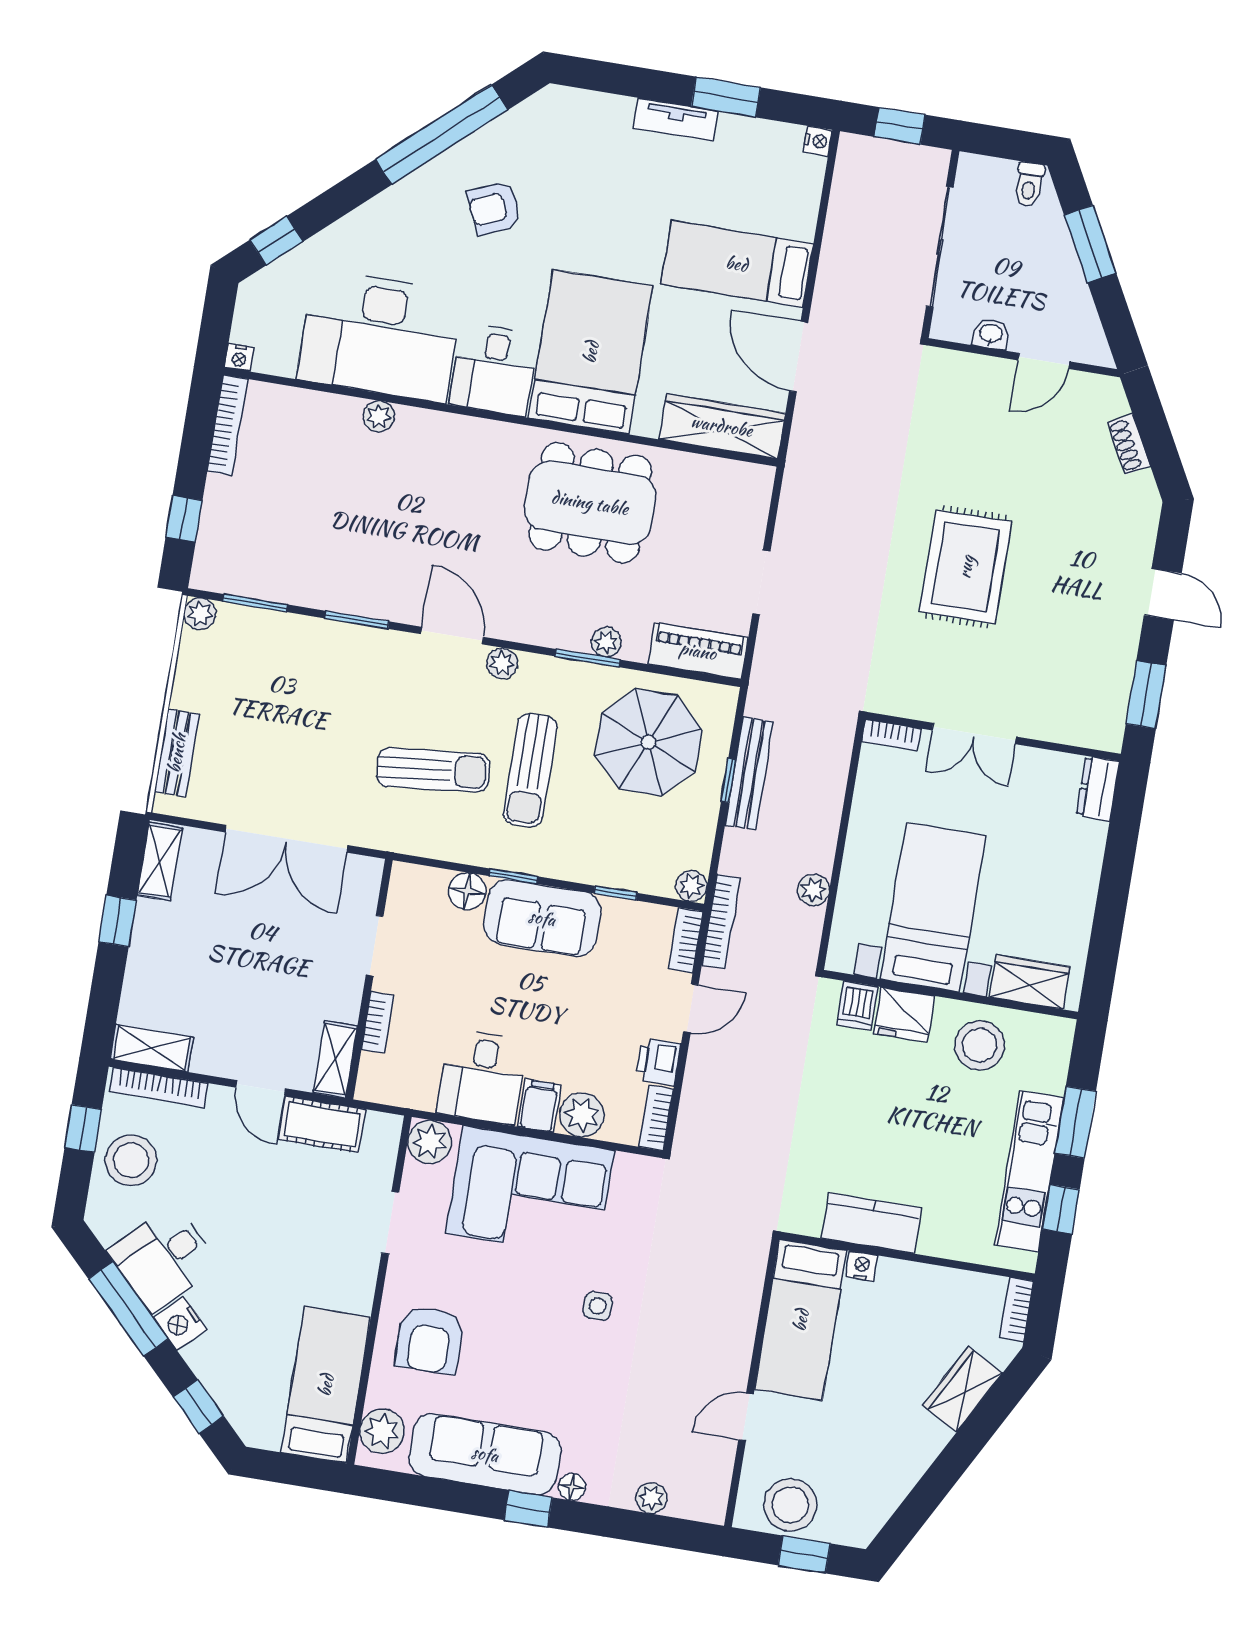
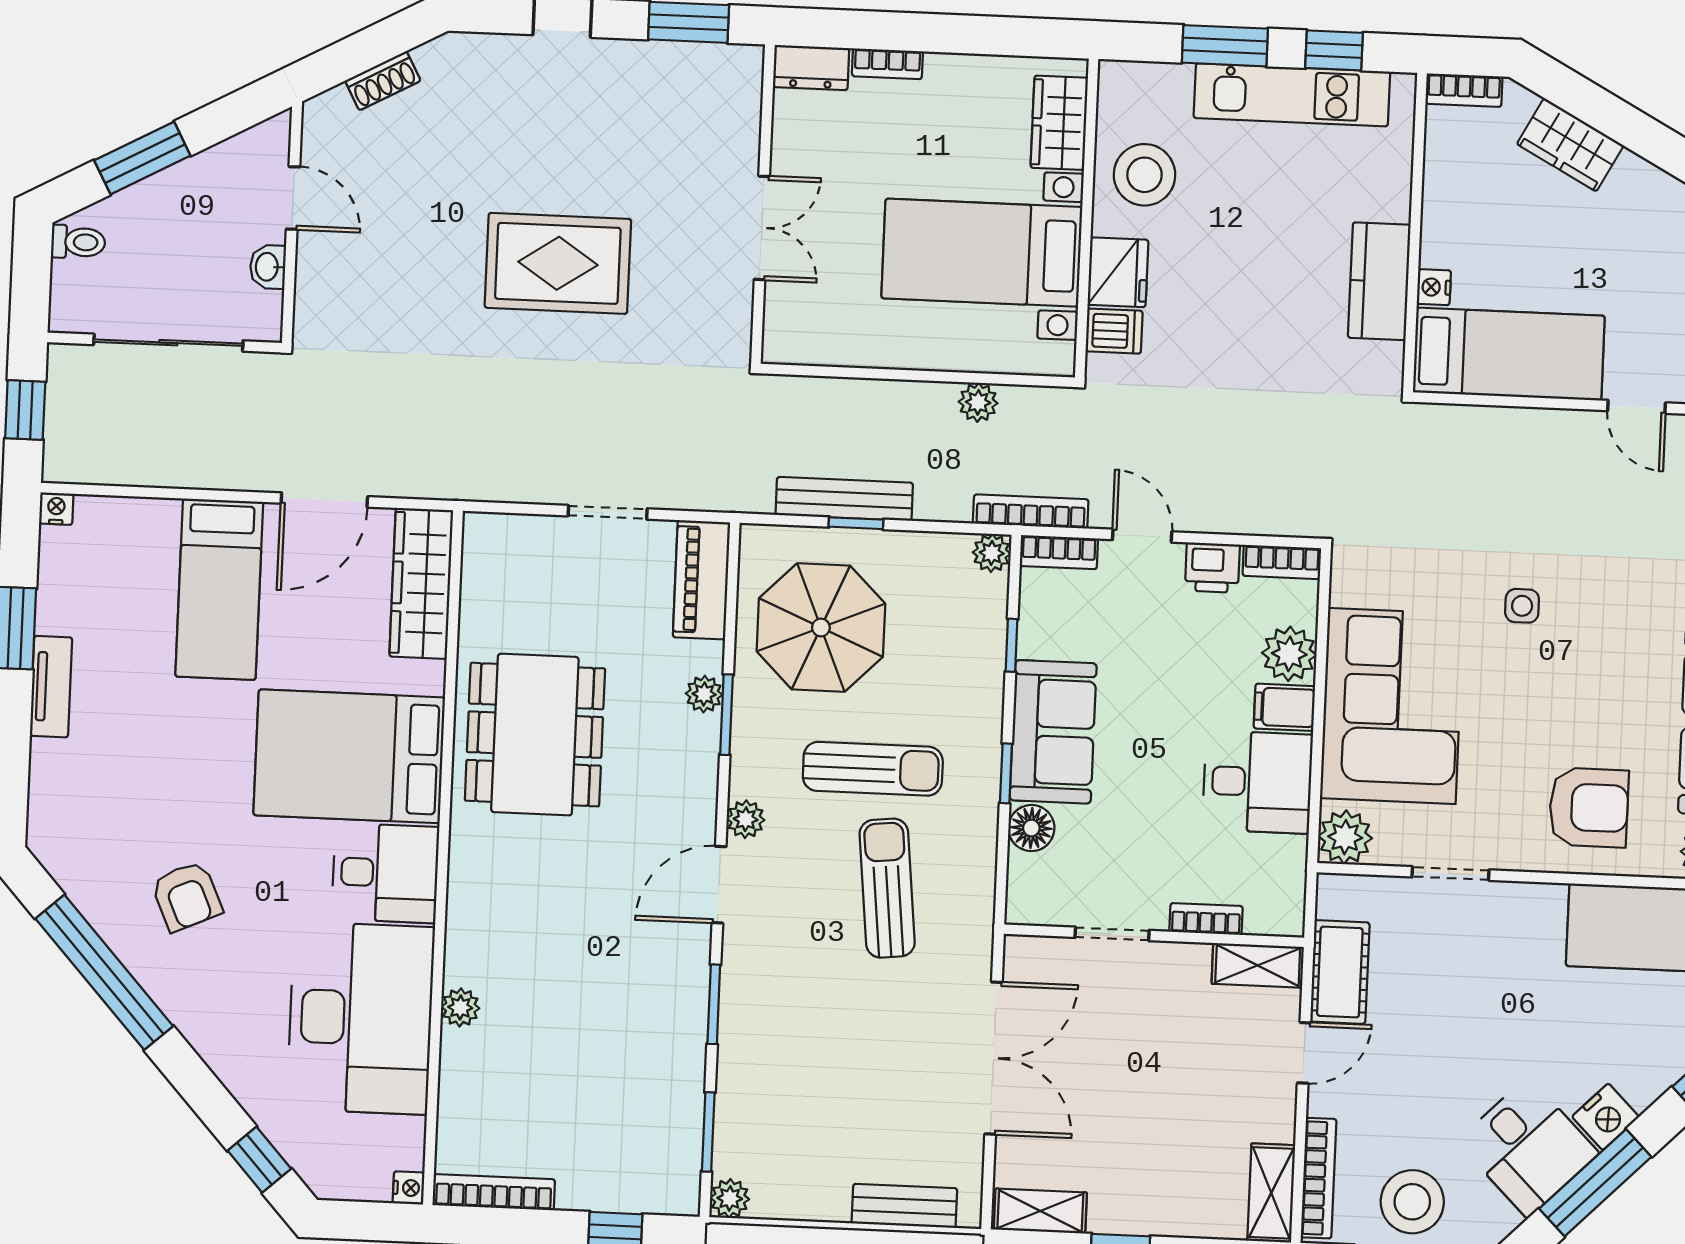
bookcase: (891, 735) -> (887, 64), moved, turned 90

